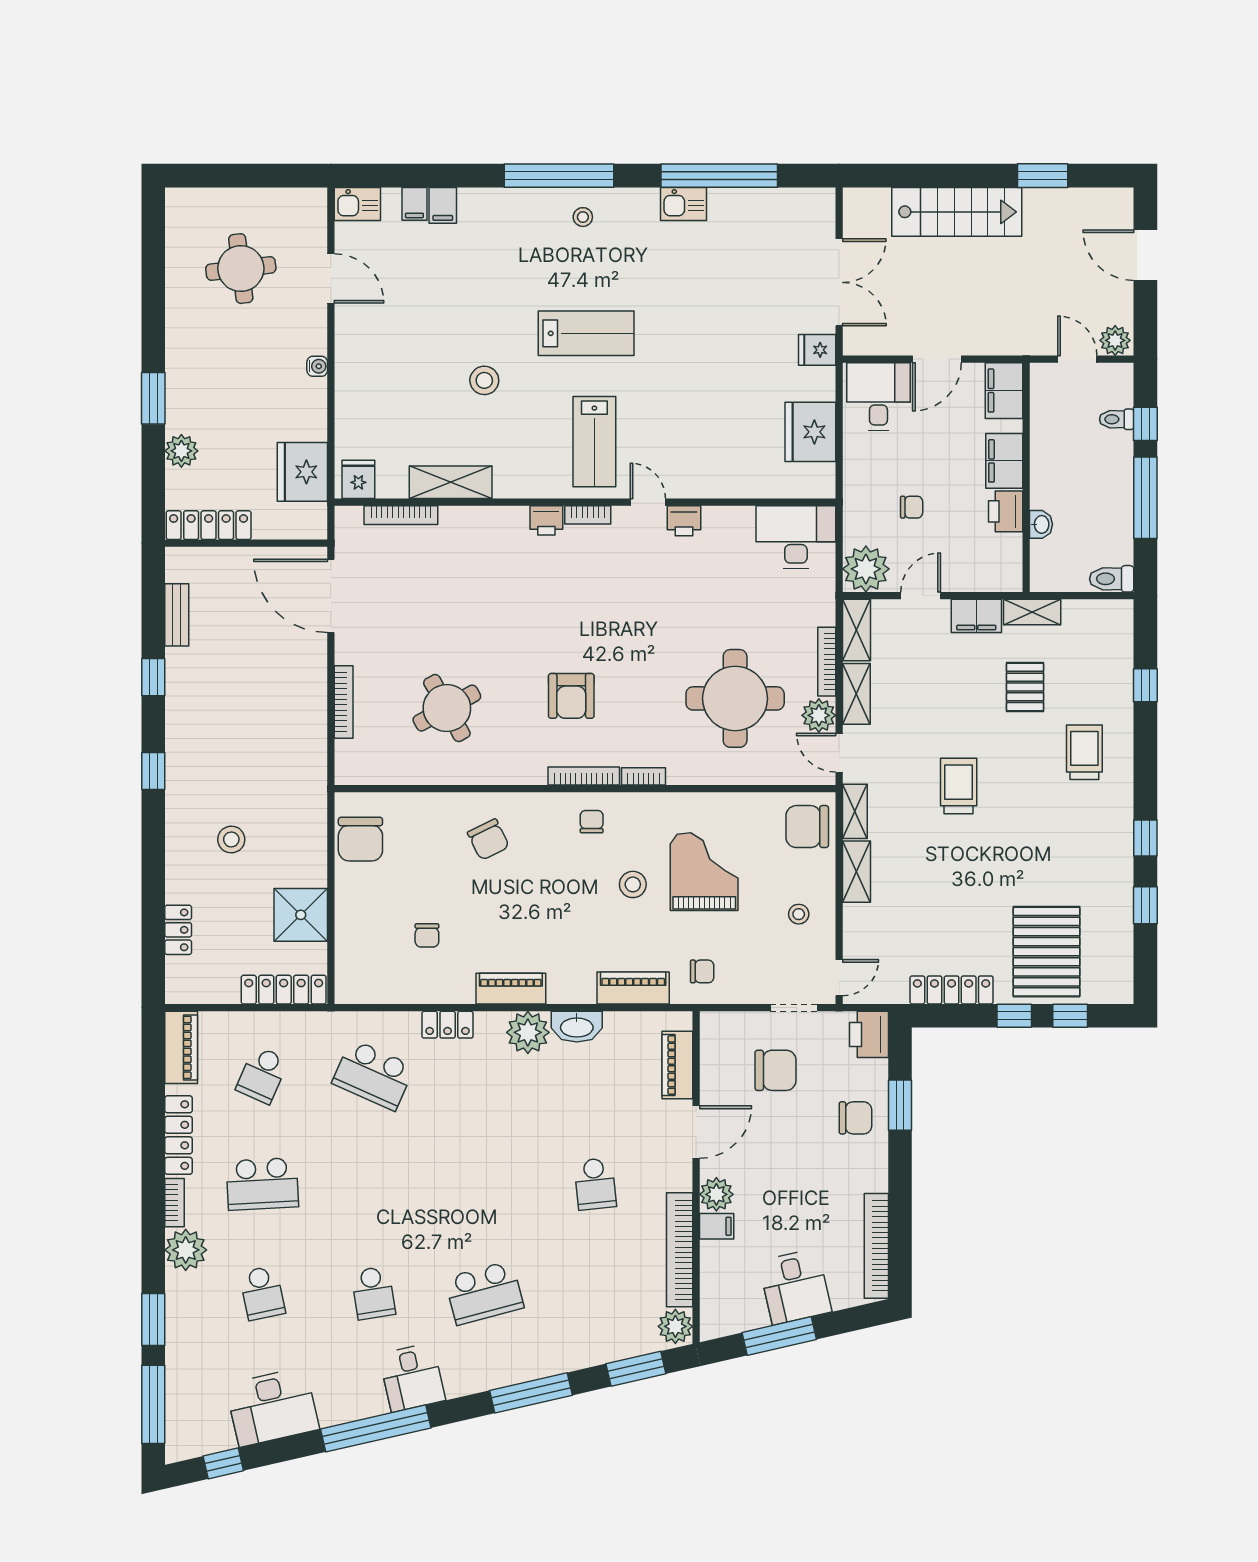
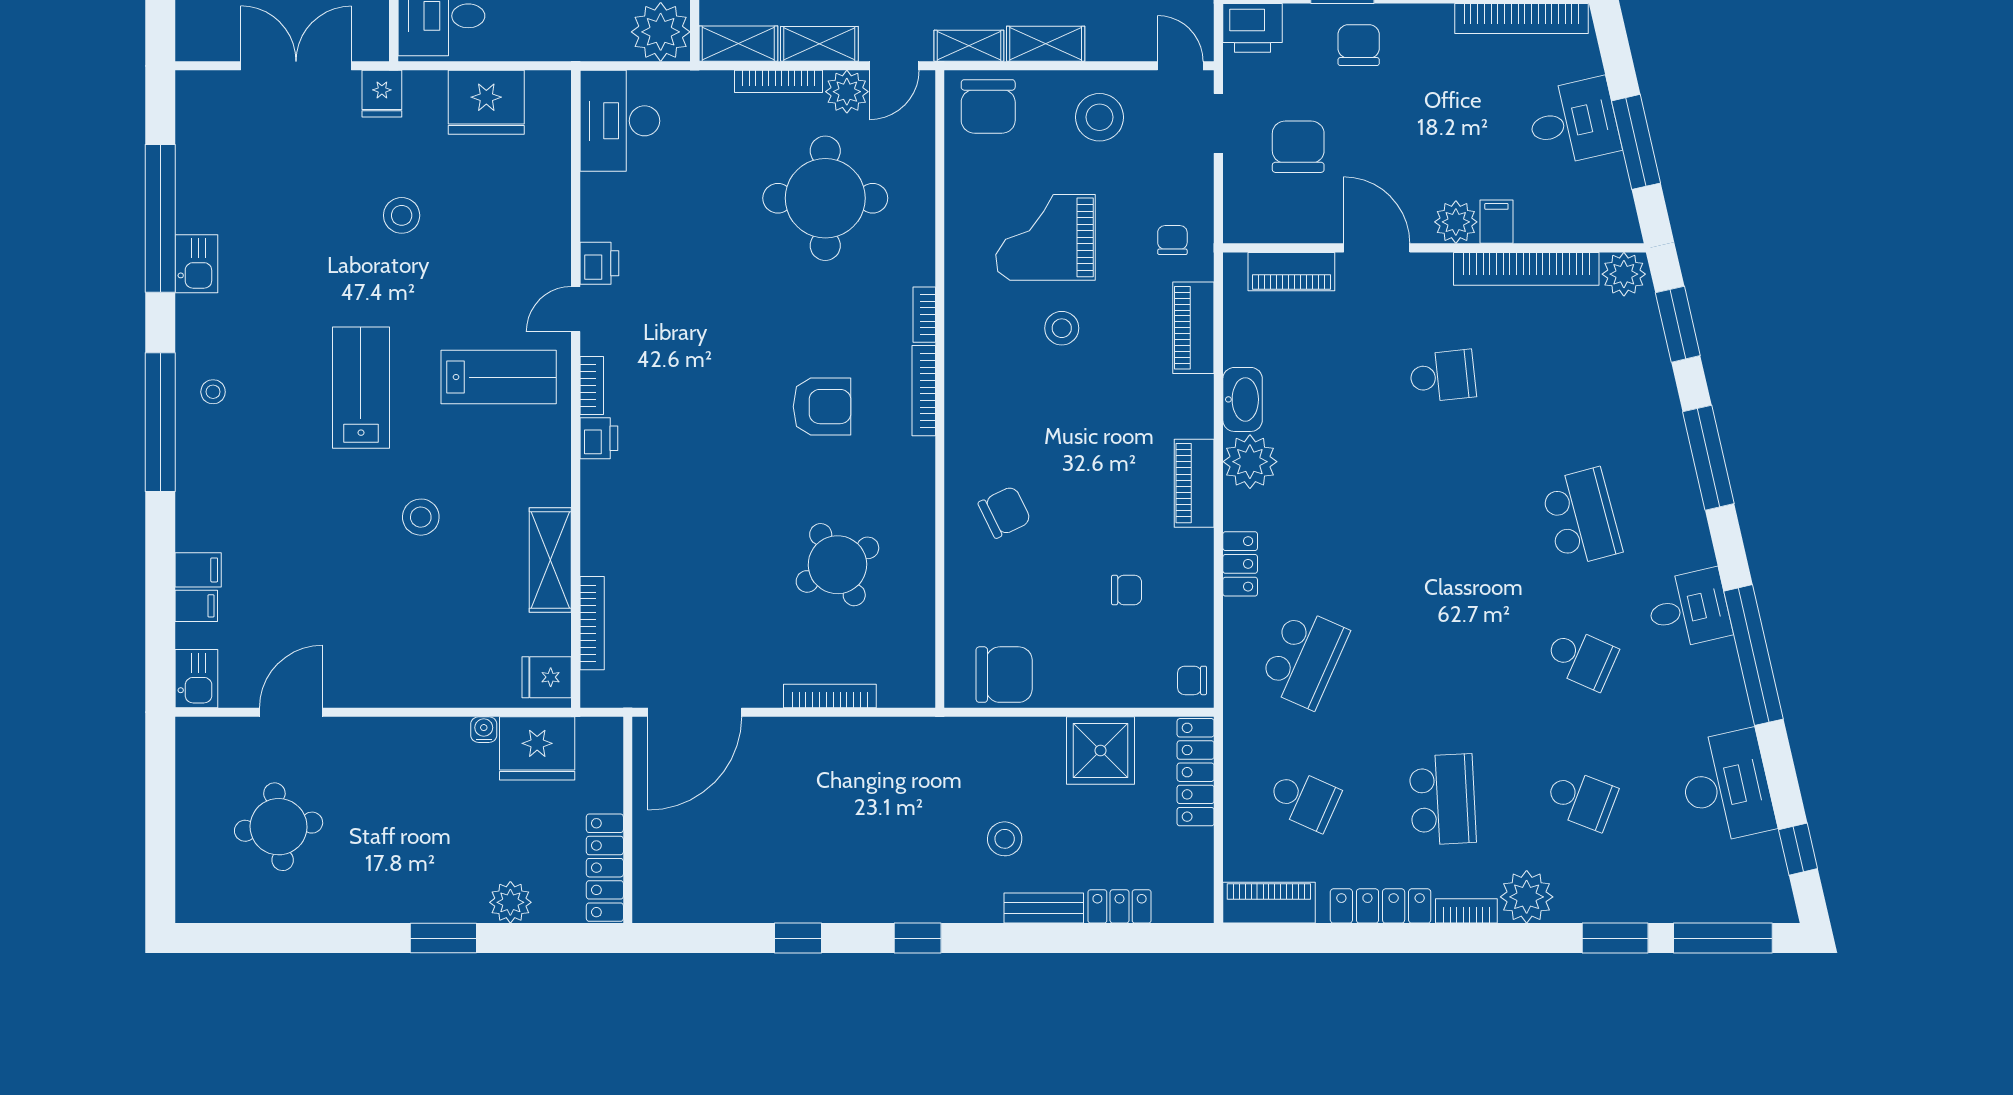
stool: (722, 365) -> (402, 215), added
water cooler: (317, 366) -> (484, 730), moved
bench: (177, 615) -> (1044, 908), moved
chair: (592, 822) -> (1192, 680), moved
stool: (799, 914) -> (1099, 117), width x1.89, depth x1.89
school desk: (262, 1293) -> (1581, 799), turned 33
school desk: (373, 1293) -> (1581, 658), turned 33

